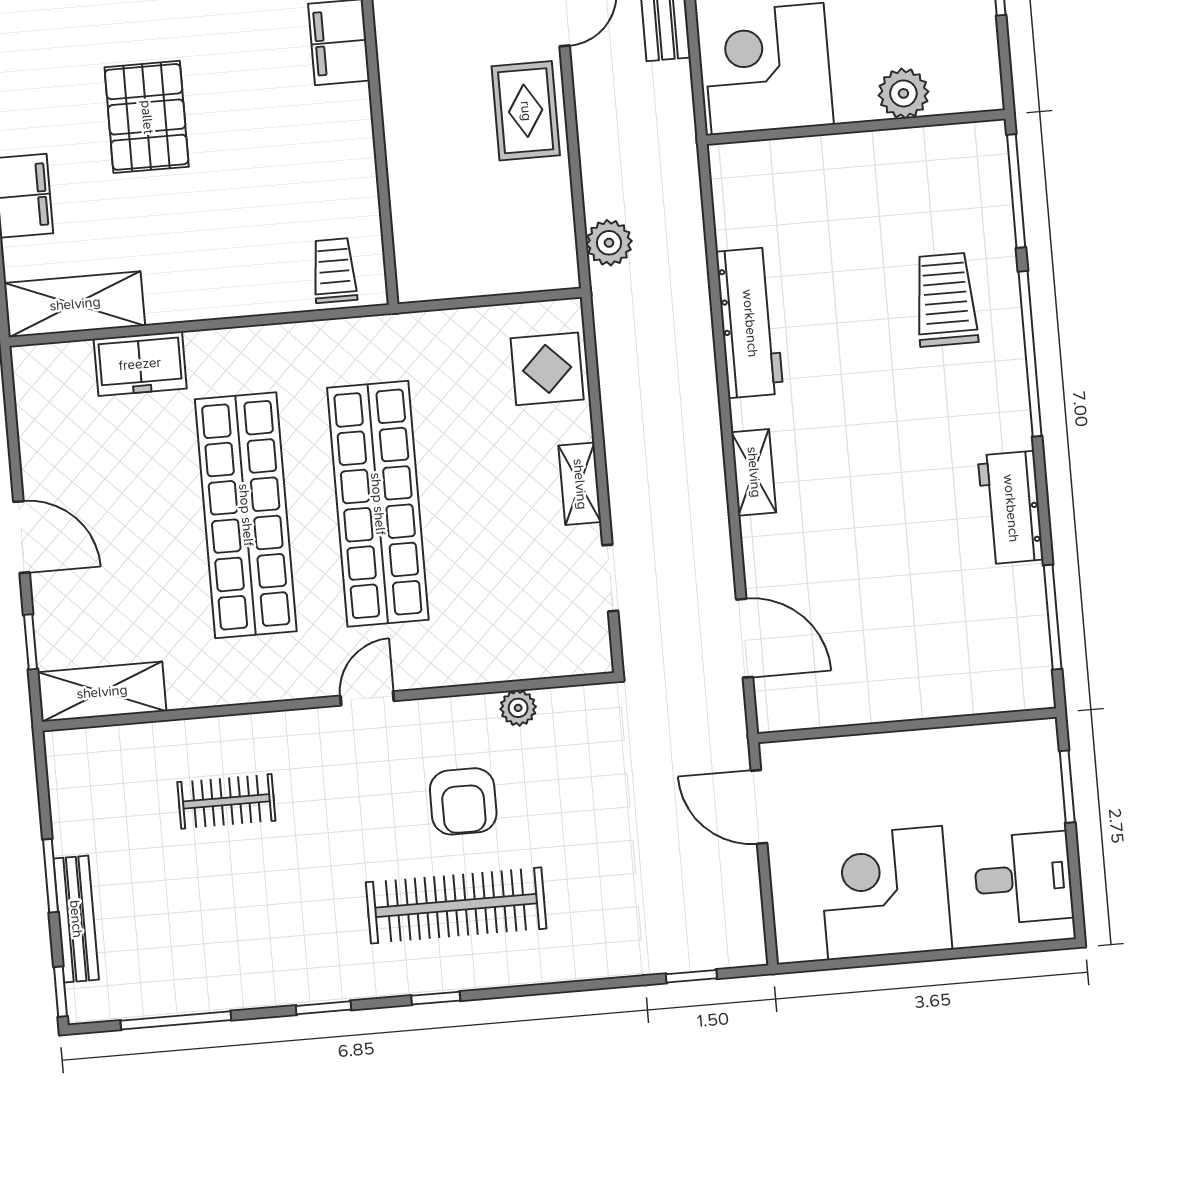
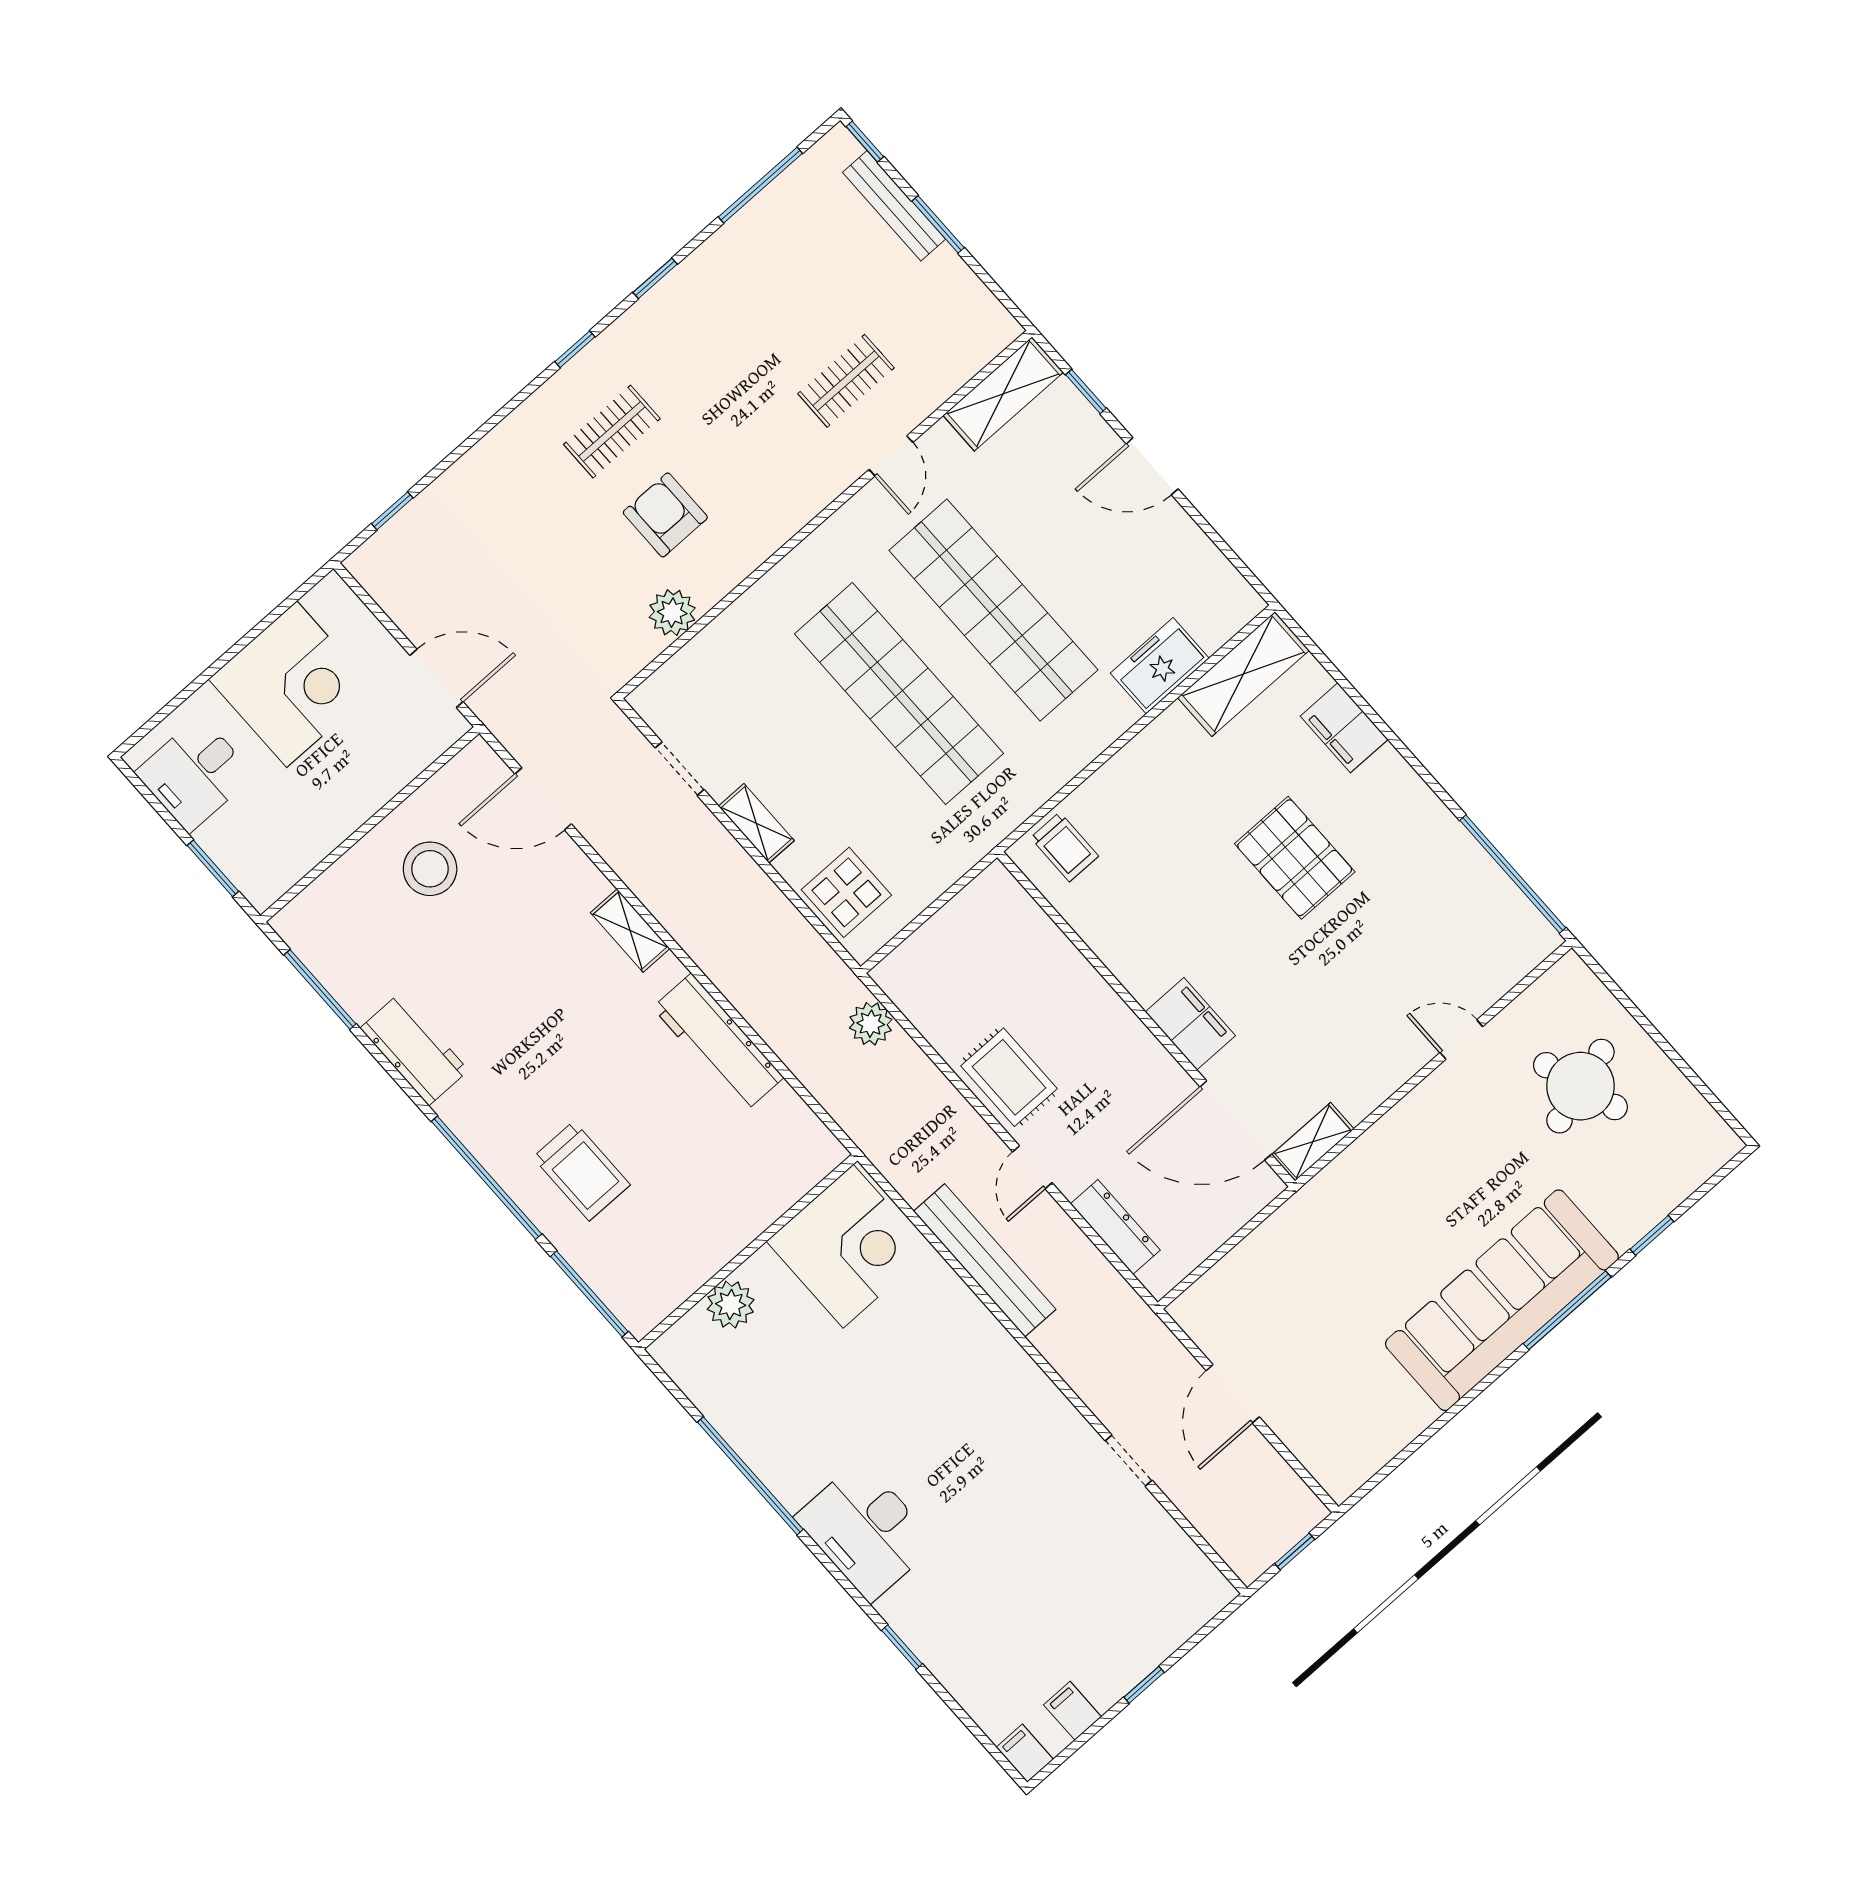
stool: (884, 650) -> (430, 869), added
door: (367, 698) -> (891, 456), moved
plant: (518, 708) -> (672, 613), width x1.38, depth x1.38
clothes rail: (456, 905) -> (612, 432), width x0.54, depth x0.76

